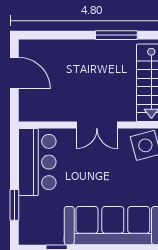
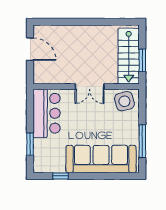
window: (116, 35) -> (104, 22), removed

